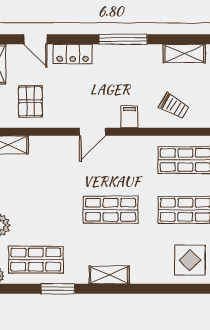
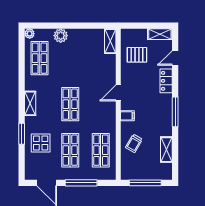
door: (92, 132) -> (118, 93), hinge flipped
display table: (190, 260) -> (41, 143), moved
window: (58, 289) -> (22, 134), moved

